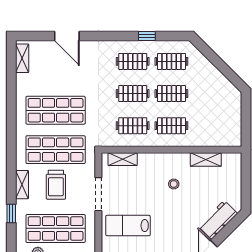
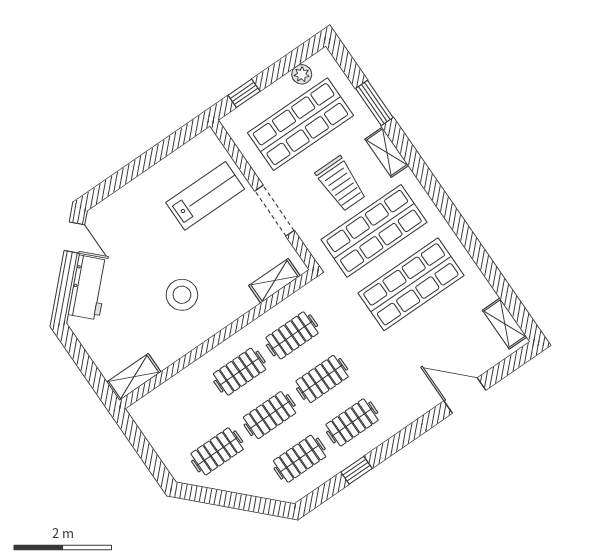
clothes rail: (210, 94) -> (217, 451), added
shelving: (206, 160) -> (134, 377), moved
stool: (174, 184) -> (182, 295), width x1.89, depth x1.89
trolley: (56, 185) -> (341, 184), turned 180
window: (11, 214) -> (374, 103), width x1.50

